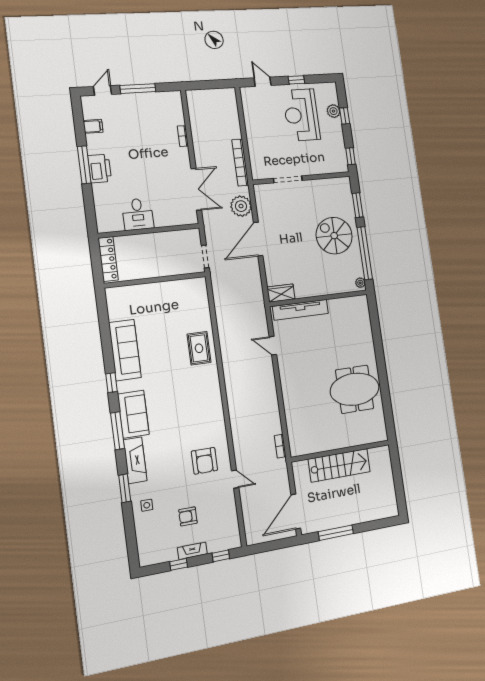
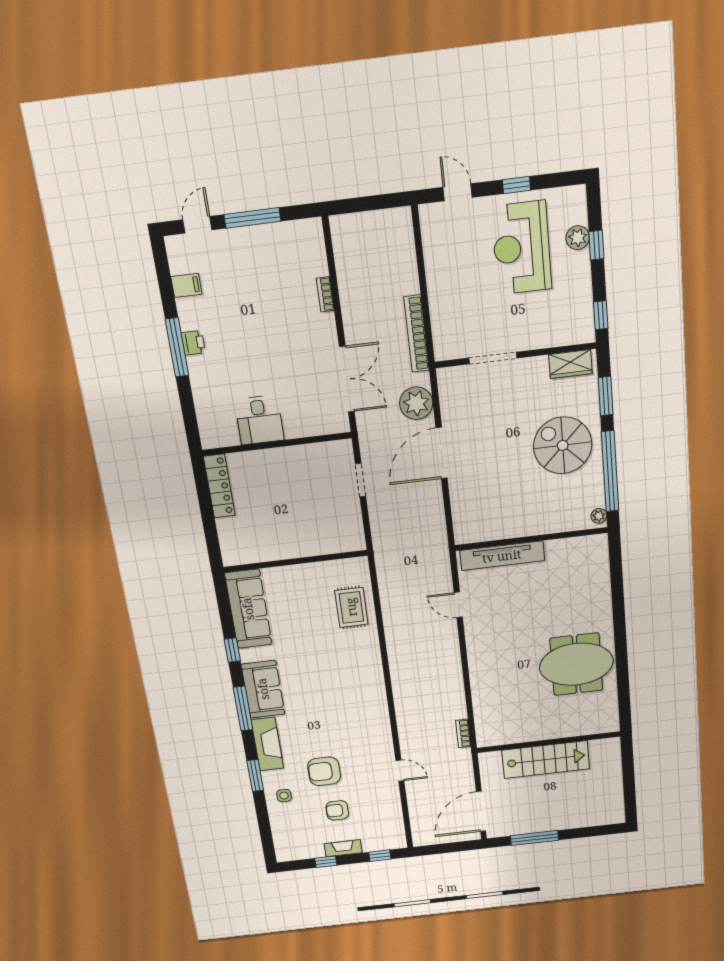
printer: (100, 169) -> (193, 343), width x0.53, depth x0.68
wall: (155, 280) -> (295, 561), moved
wardrobe: (281, 293) -> (570, 364), moved, turned 180
armchair: (204, 461) -> (324, 771), moved, turned 90

